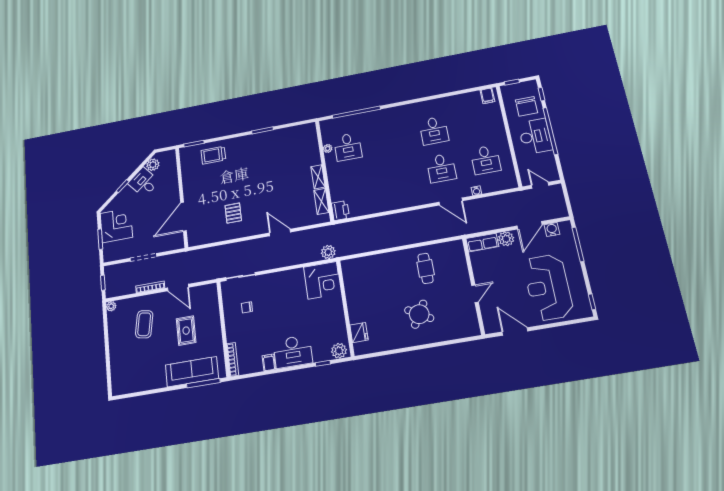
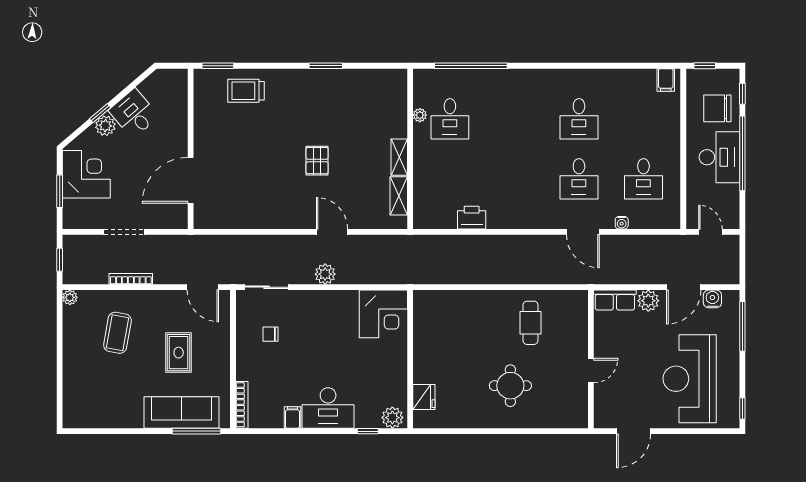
chair: (527, 106) -> (717, 108), turned 90
plant: (153, 165) -> (105, 126), moved
printer: (340, 210) -> (472, 218), moved, turned -90
pallet: (233, 213) -> (317, 161), moved
plant: (328, 252) -> (325, 274), moved
door: (178, 288) -> (203, 287), moved
round table: (419, 314) -> (510, 386), turned -30
door: (515, 331) -> (634, 431), swing flipped

